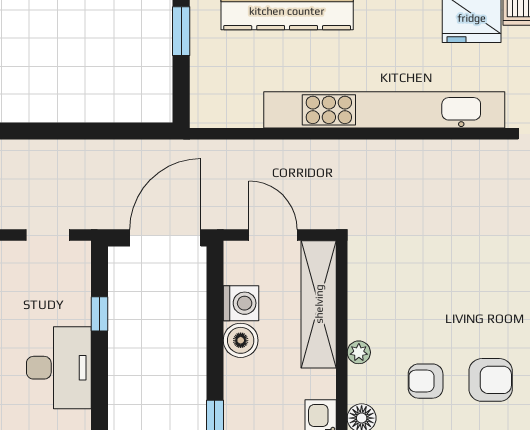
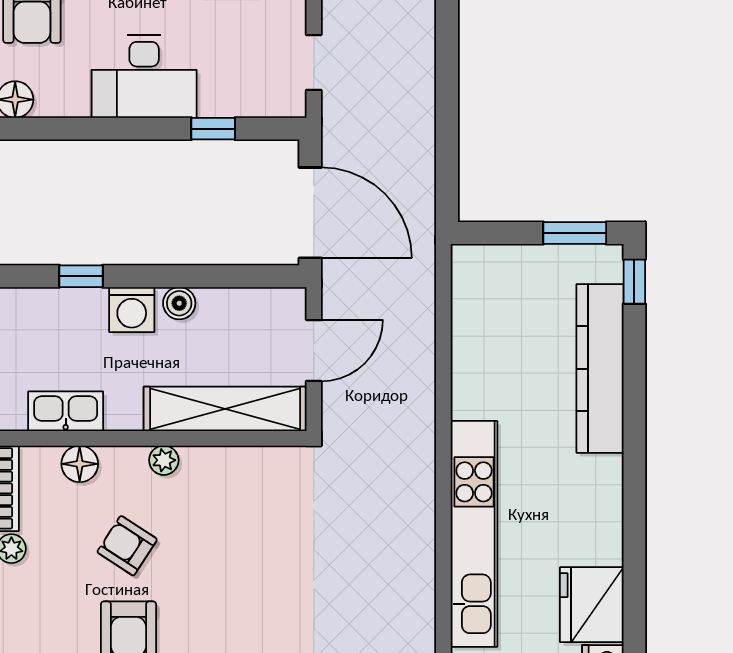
kitchen unit: (384, 110) -> (474, 534), width x0.73
washing machine: (241, 303) -> (132, 310), moved
boiler: (241, 340) -> (179, 303), width x0.73, depth x0.73
armchair: (426, 381) -> (127, 546), turned -57

